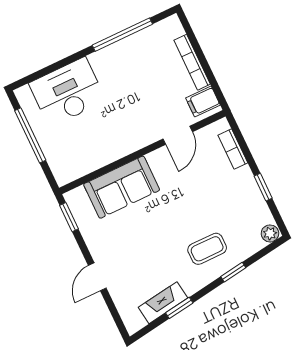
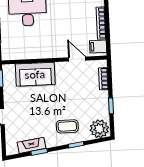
door: (178, 135) -> (77, 59), swing flipped
plant: (270, 233) -> (99, 129), width x1.88, depth x1.88

